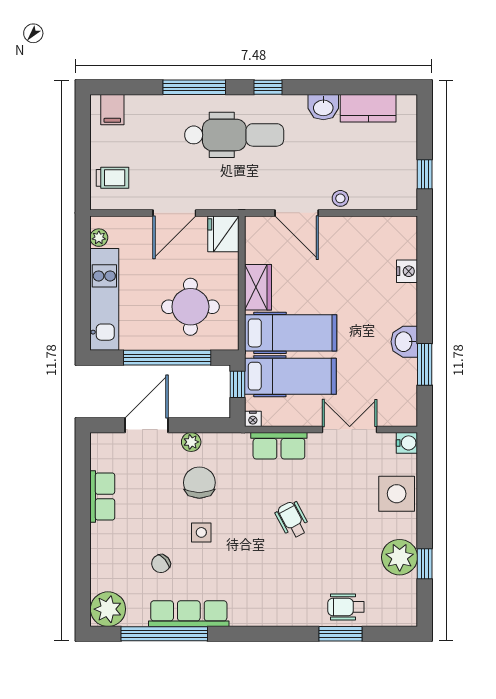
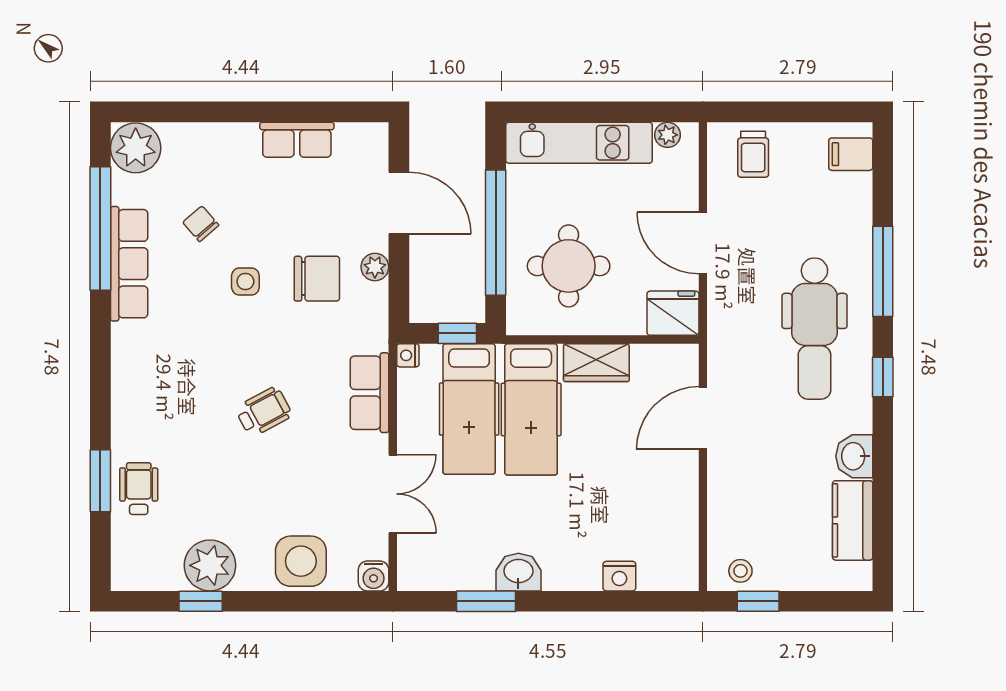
stool: (340, 198) -> (740, 571), moved

